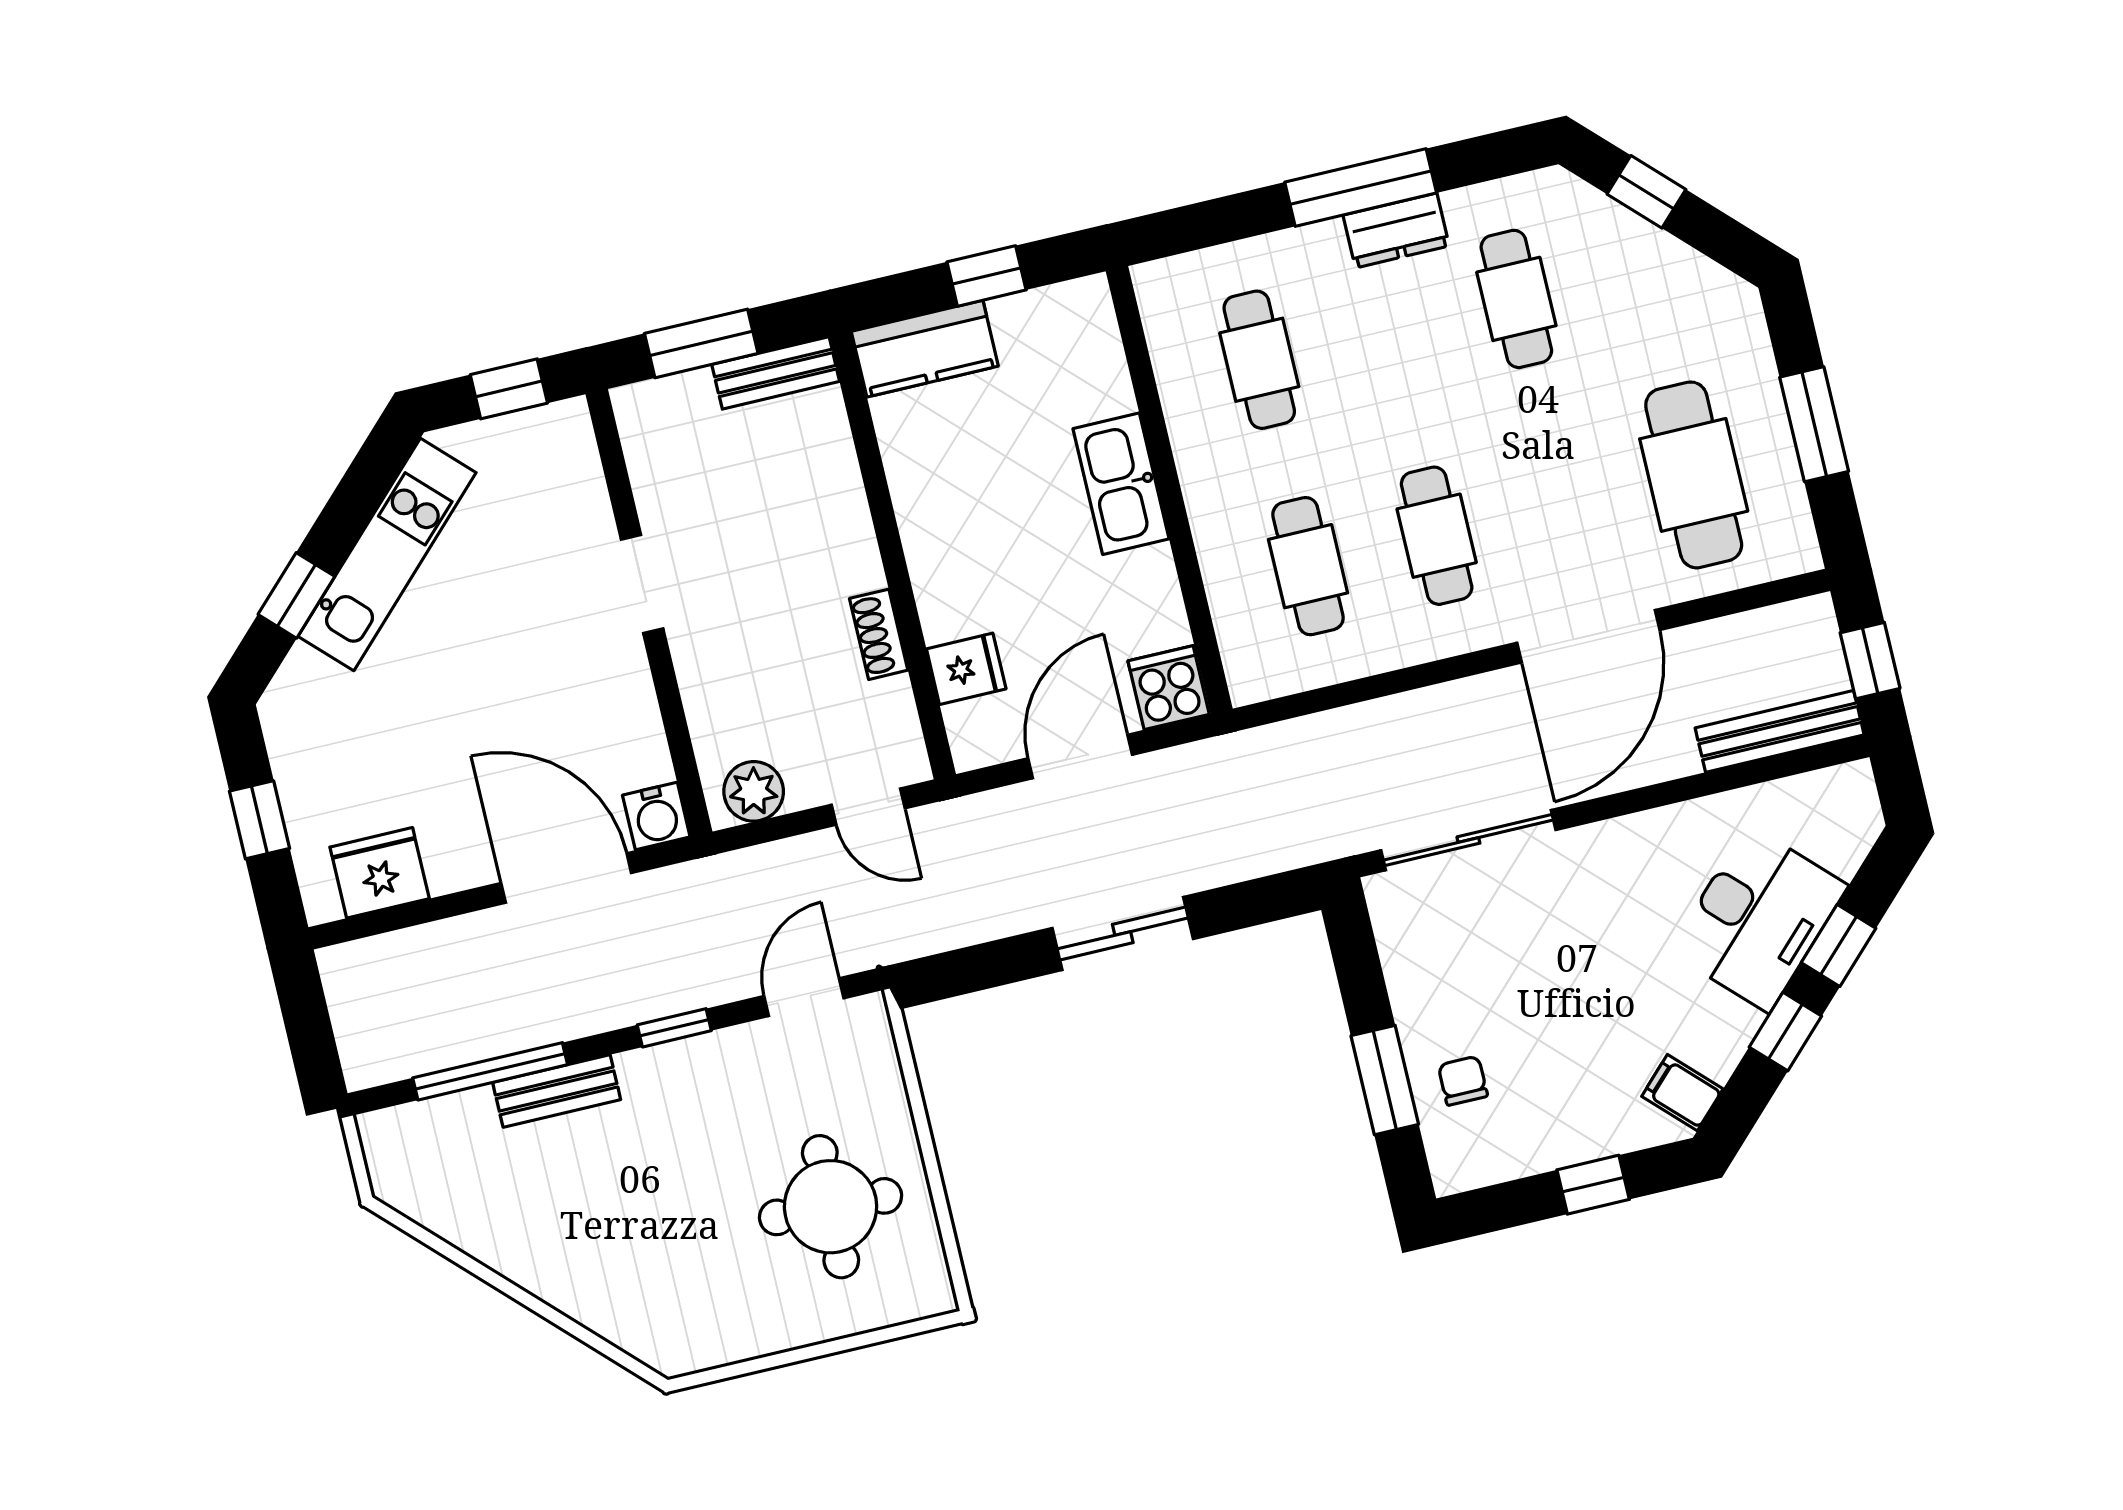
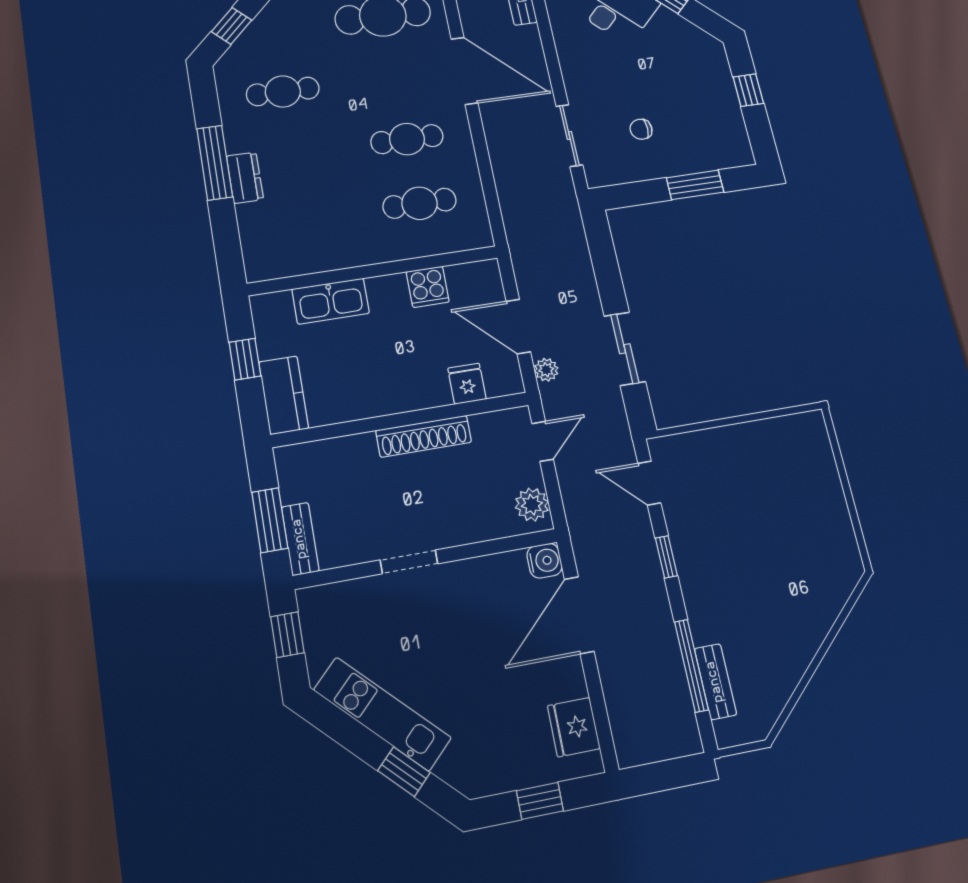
dresser: (1396, 230) -> (245, 178), moved
cafe table: (1259, 360) -> (305, 220), removed
bench: (776, 373) -> (300, 539), moved
kitchen sink: (1121, 484) -> (331, 301), moved
shoe rack: (879, 634) -> (424, 436), width x1.94, depth x1.24
cooker: (1169, 688) -> (428, 287), moved, turned -90
plant: (1001, 809) -> (546, 370), added
sliding door: (1468, 840) -> (569, 136), width x0.73
sliding door: (1123, 933) -> (625, 349), moved
chair: (1463, 1081) -> (641, 129), moved
bench: (557, 1091) -> (715, 682), moved
filing cabinet: (1682, 1093) -> (701, 46), removed
round table: (831, 1207) -> (766, 475), removed

